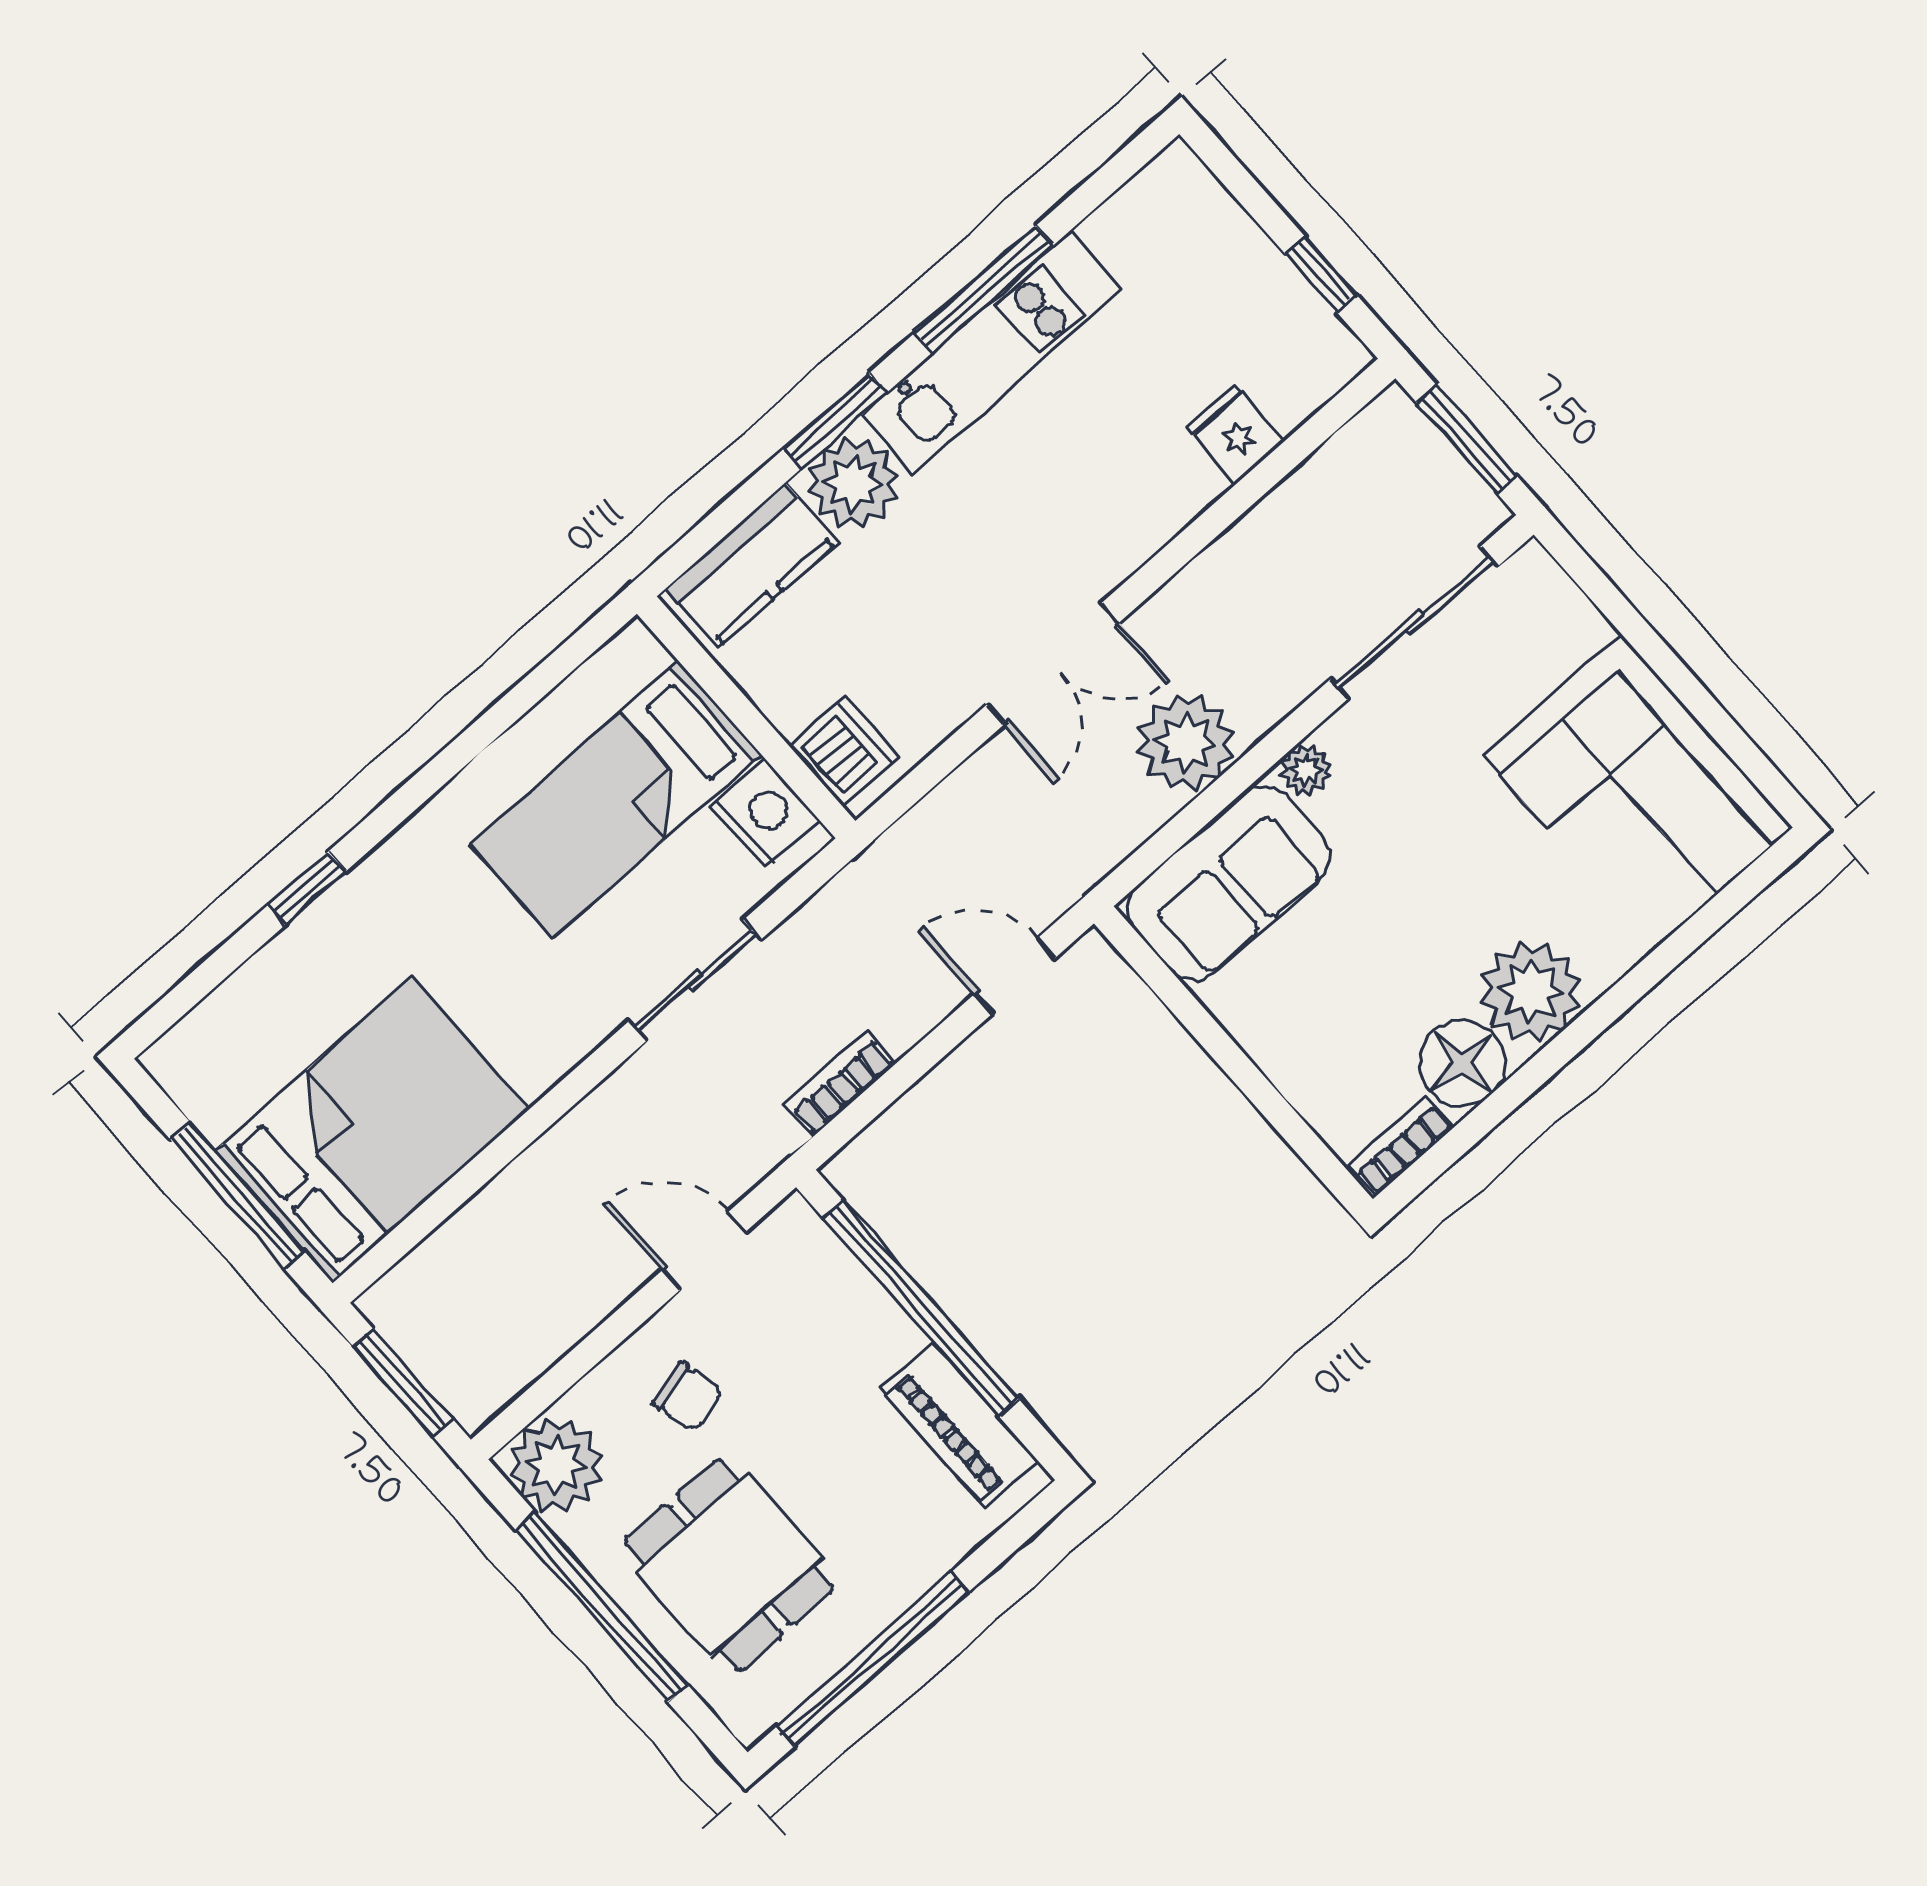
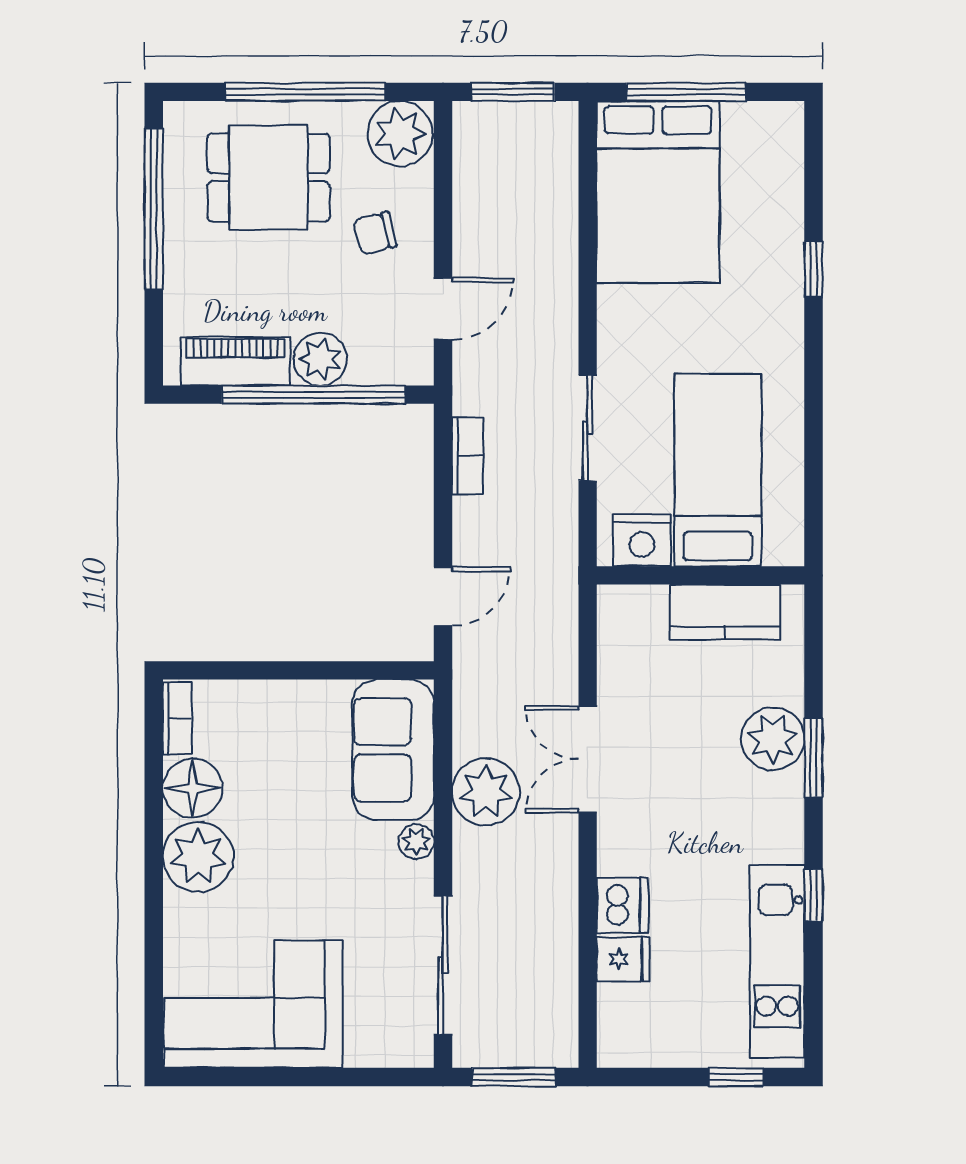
window: (1321, 275) -> (736, 1077), moved
window: (984, 289) -> (814, 895), width x0.46
kitchen unit: (992, 352) -> (777, 962), moved
kitchen counter: (752, 565) -> (725, 612), moved, turned -90
dishwasher: (844, 751) -> (623, 905), moved, turned -90
plant: (876, 1335) -> (320, 359), added

